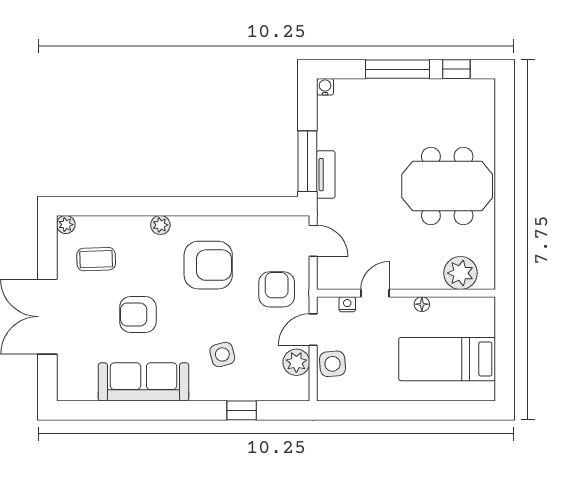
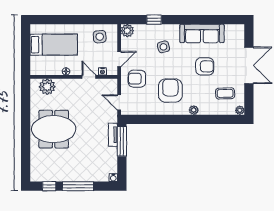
armchair: (208, 265) -> (170, 91), turned 90
armchair: (277, 289) -> (137, 79), turned 90
door: (375, 293) -> (89, 77), swing flipped
plant: (296, 362) -> (127, 31), moved
side table: (332, 364) -> (100, 37), moved

